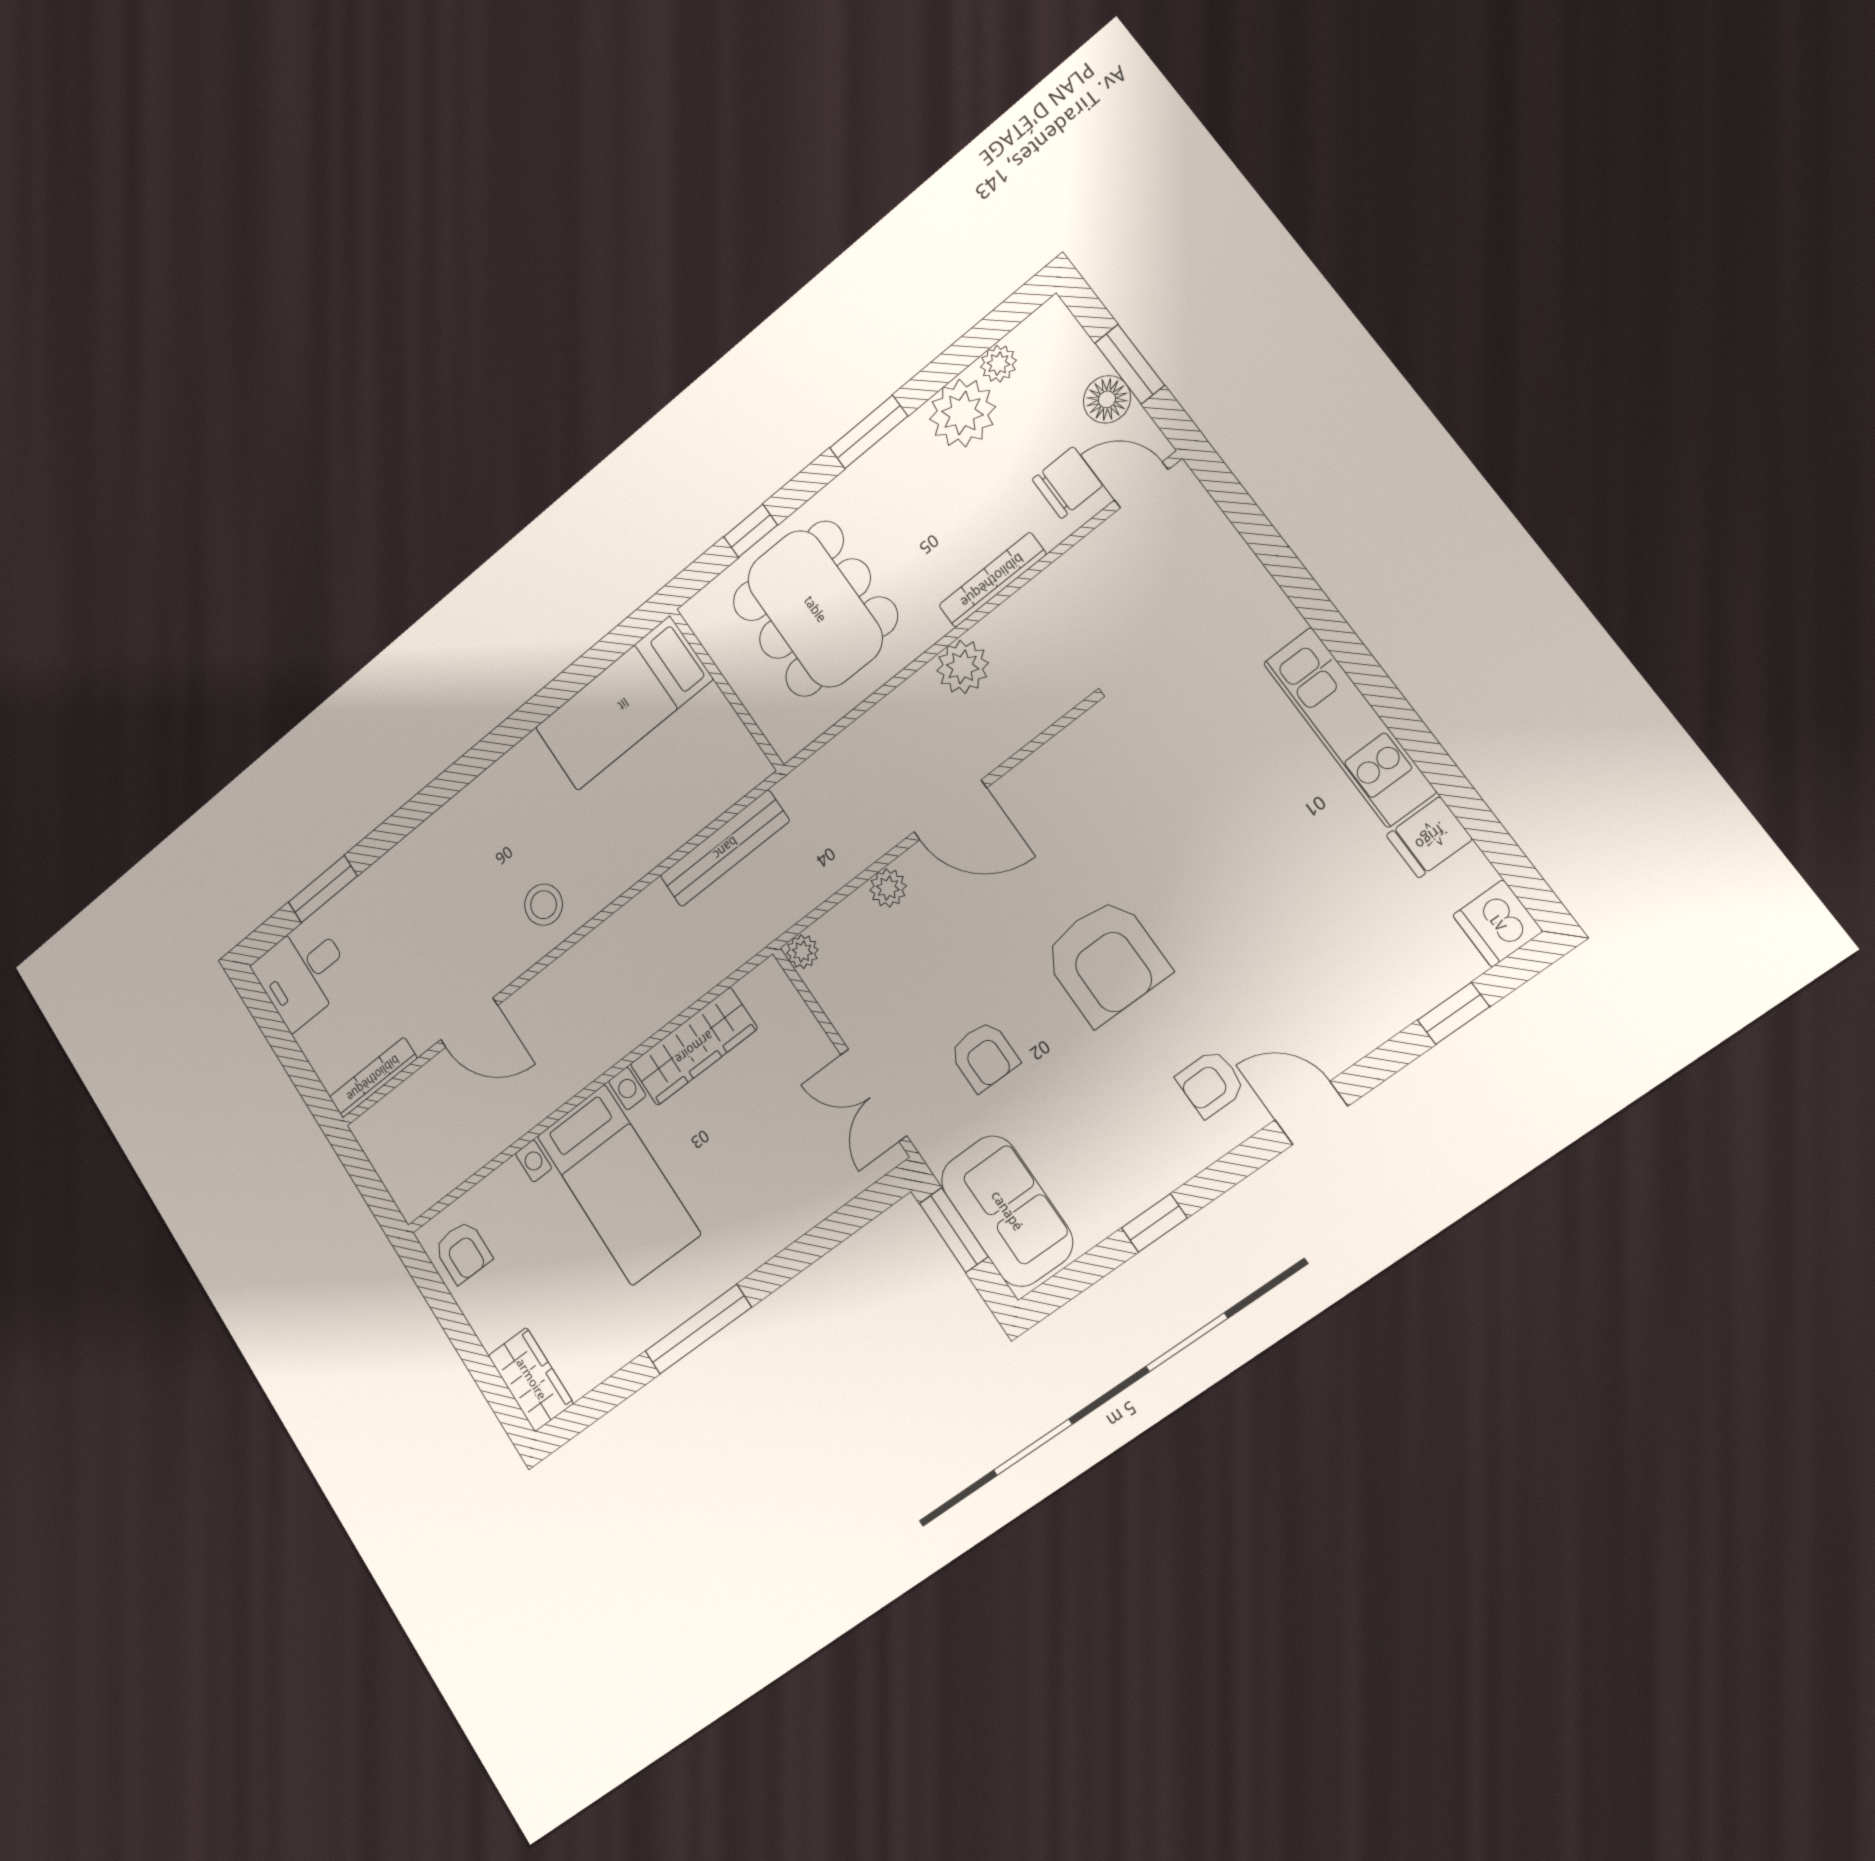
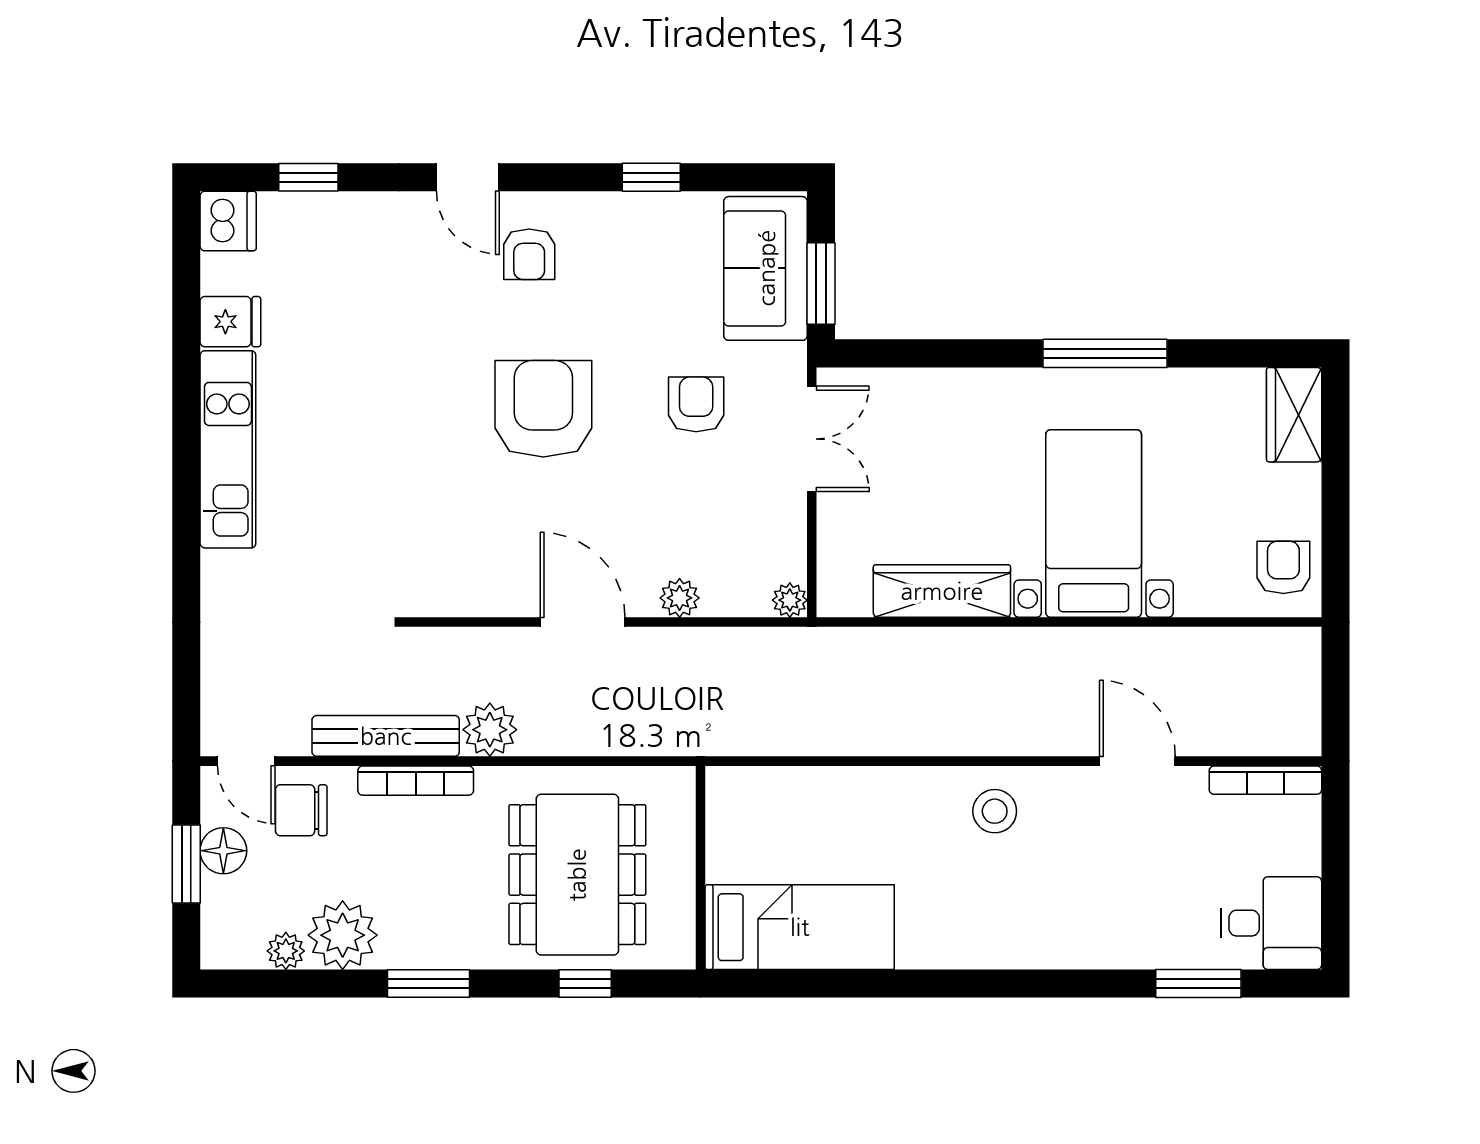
bench: (725, 848) -> (386, 736), moved
armchair: (1211, 1083) -> (529, 254), turned 90

